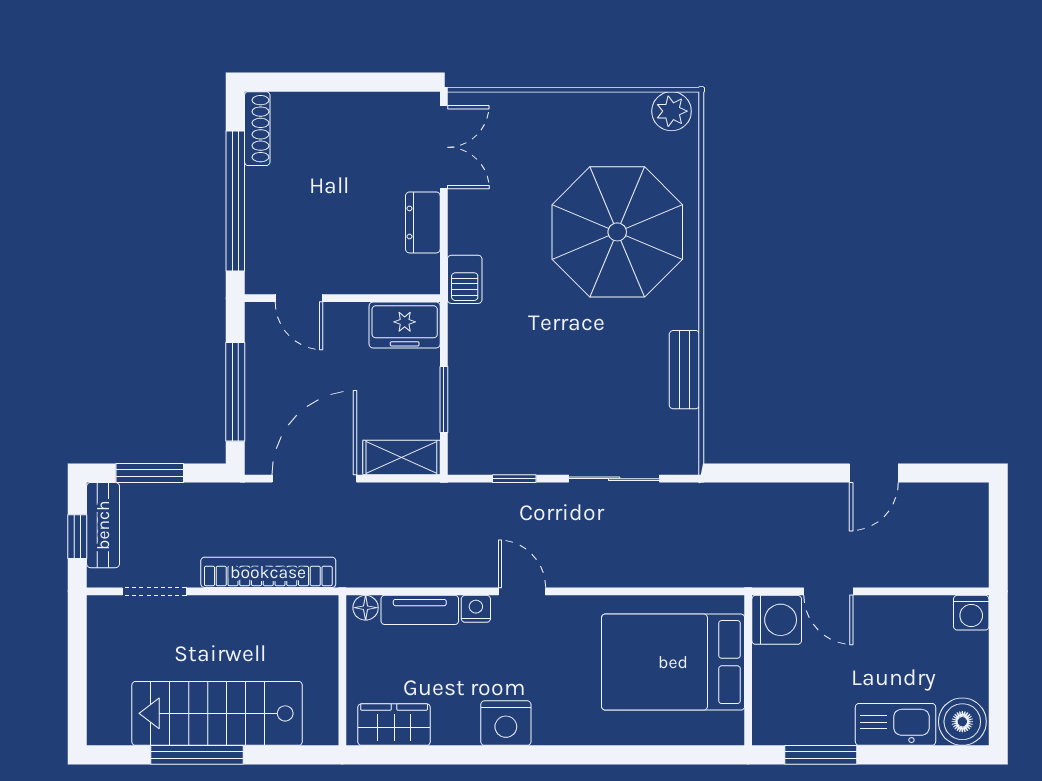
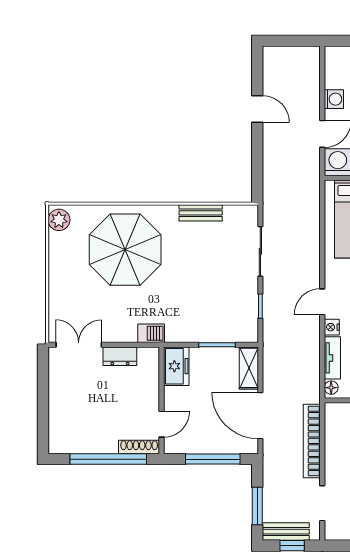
shoe rack: (257, 129) -> (139, 447), moved
washing machine: (971, 613) -> (334, 99), moved

